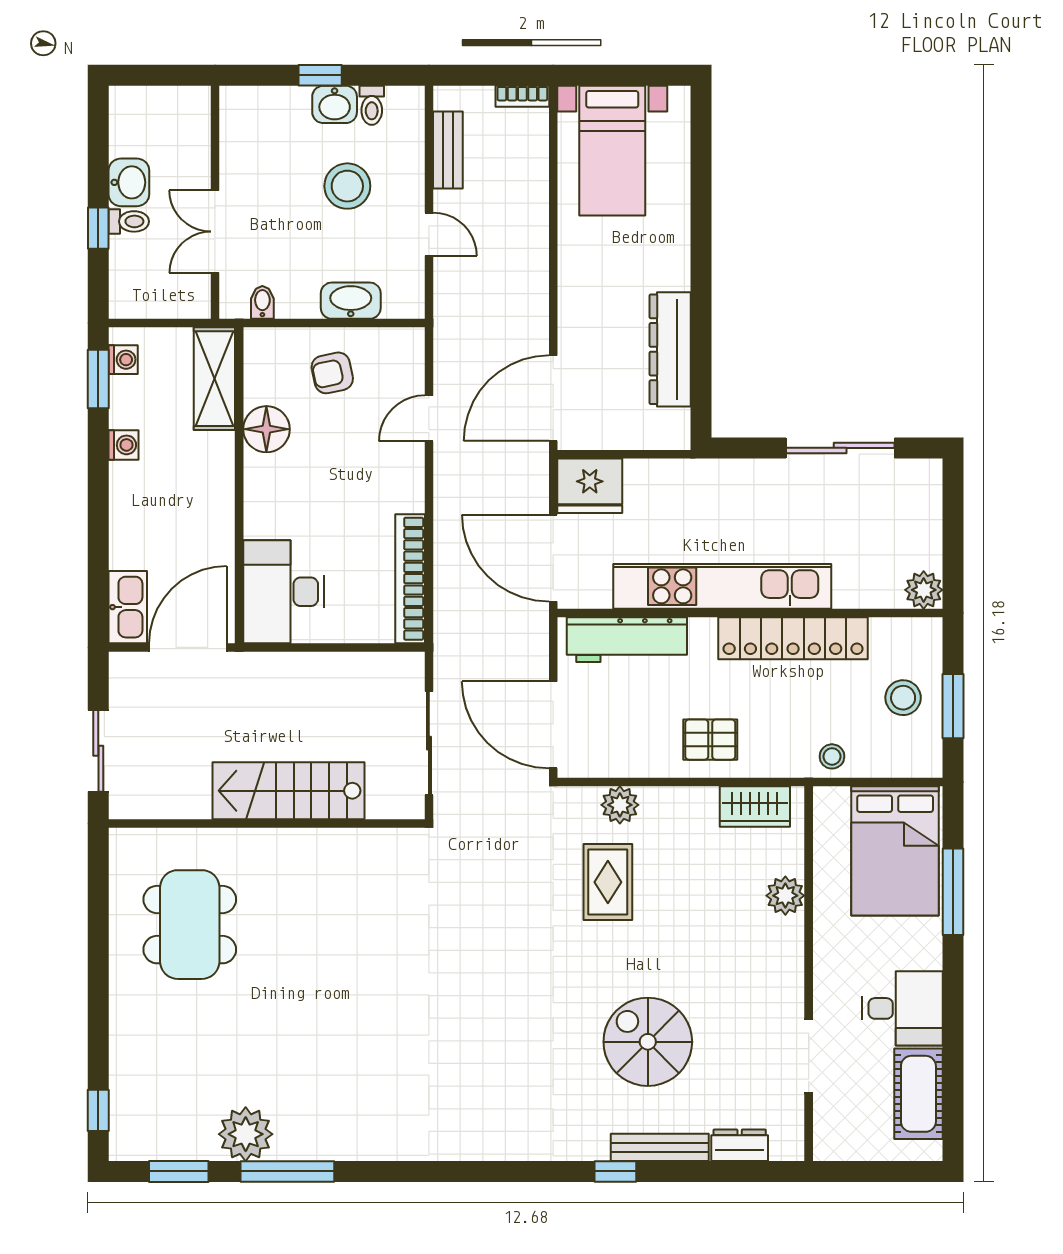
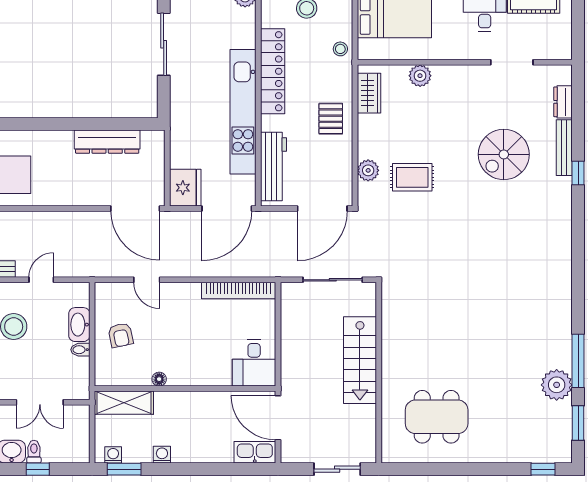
bidet: (262, 302) -> (80, 350), moved
floor lamp: (266, 429) -> (159, 379), width x0.53, depth x0.53
desk: (284, 592) -> (254, 363), width x0.73

